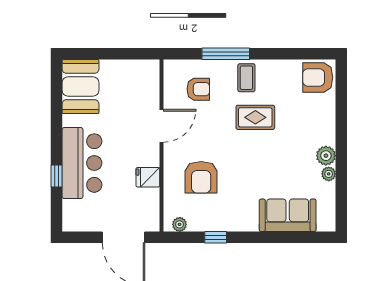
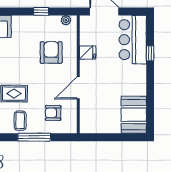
bar counter: (82, 163) -> (133, 40), moved

